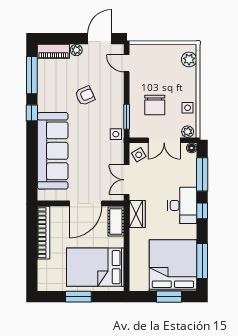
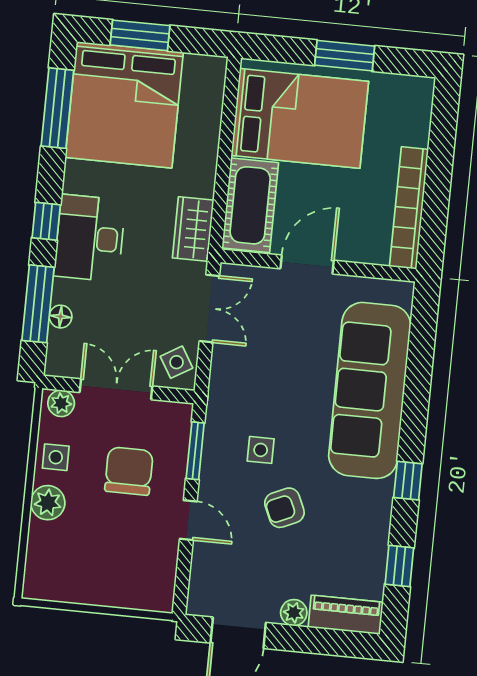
plant: (189, 59) -> (48, 503), moved
door: (127, 63) -> (188, 520), moved
window: (32, 75) -> (399, 566), width x0.46
side table: (116, 134) -> (261, 450), moved
floor lamp: (192, 148) -> (61, 317), moved
door: (86, 203) -> (307, 265), width x0.73
cot: (116, 221) -> (250, 205), width x1.37, depth x1.34

